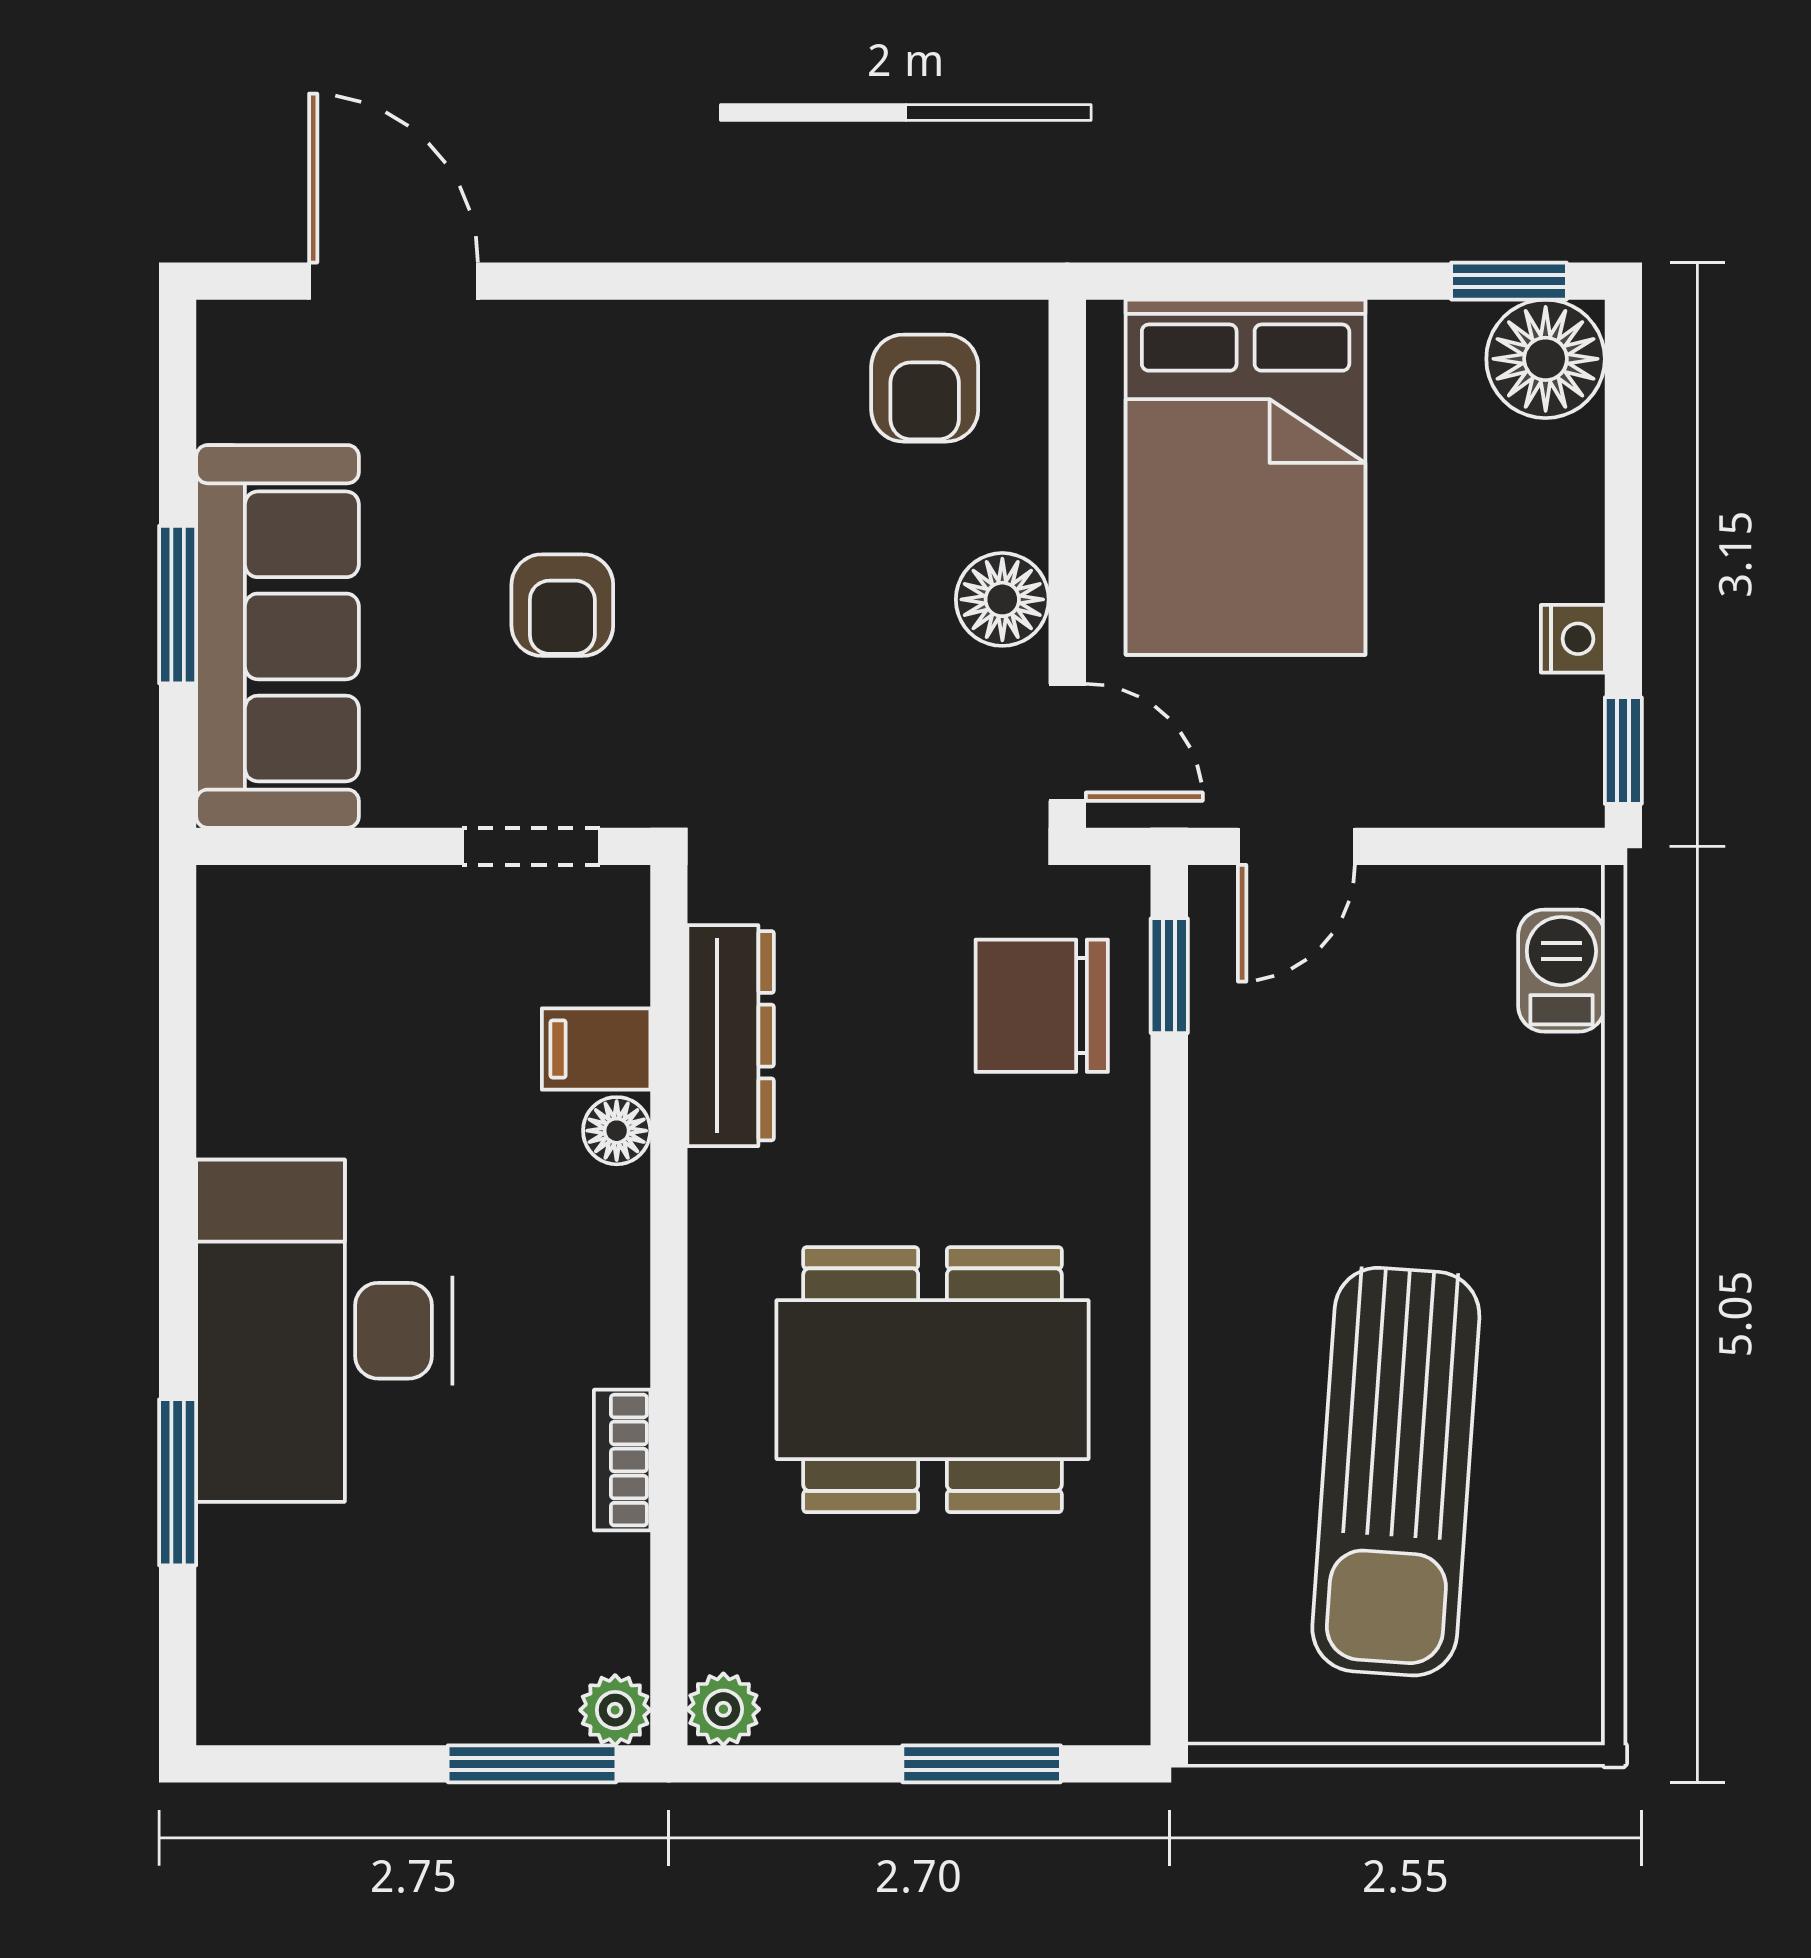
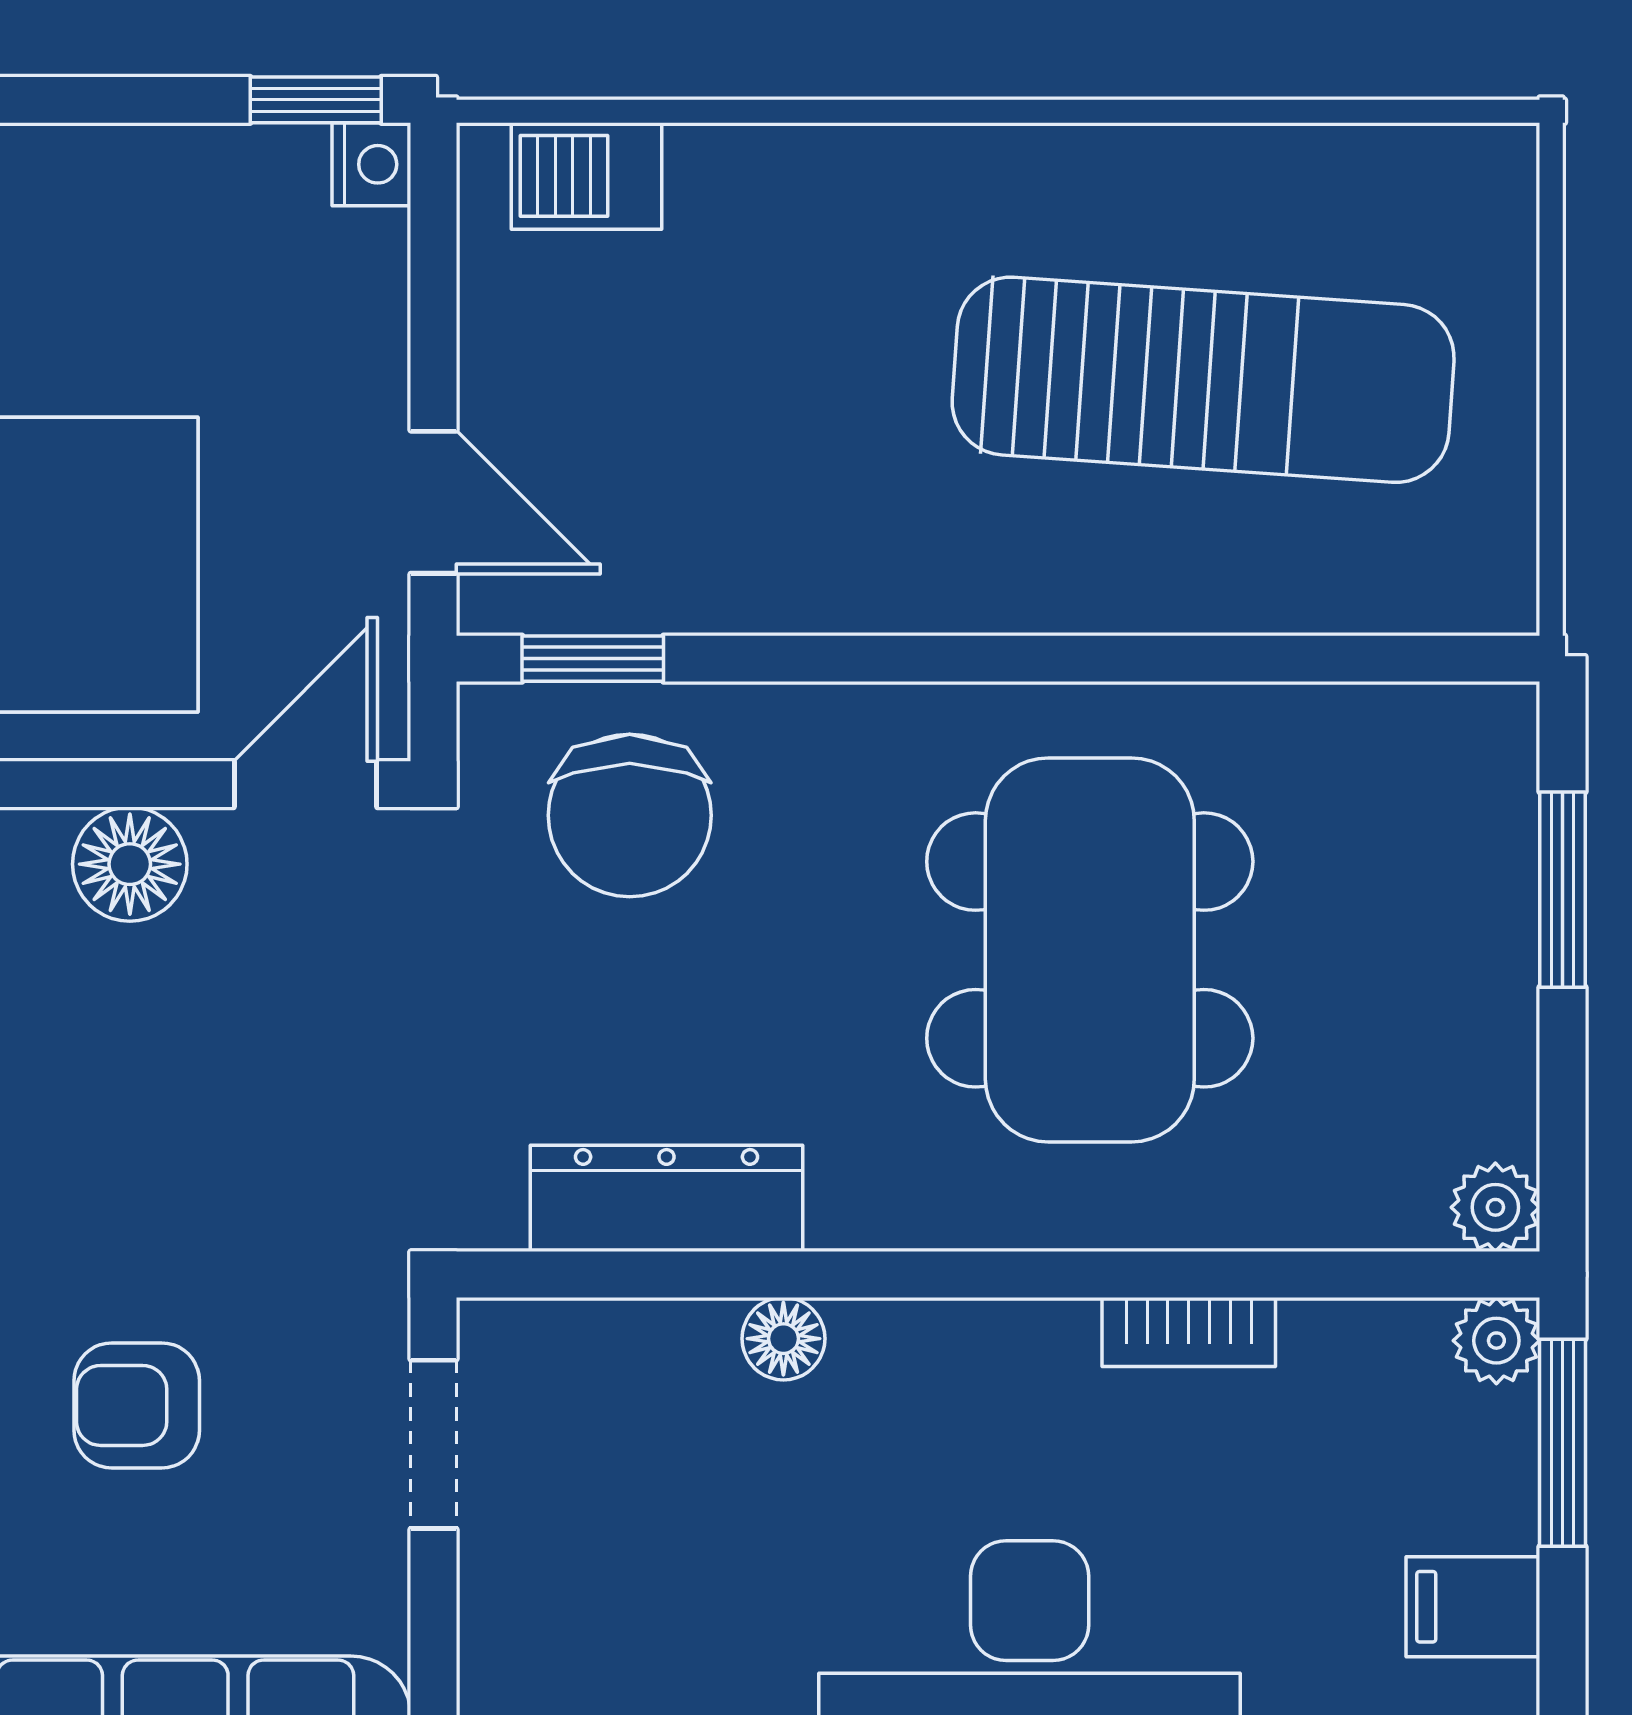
armchair: (562, 605) -> (137, 1405), turned 180
nightstand: (1573, 639) -> (371, 164), moved, turned 90
filing cabinet: (596, 1049) -> (1473, 1607), moved, turned 90

